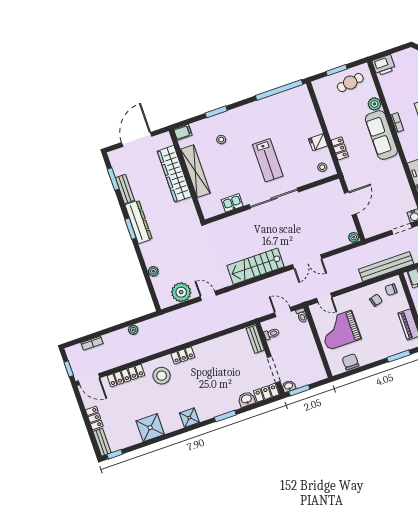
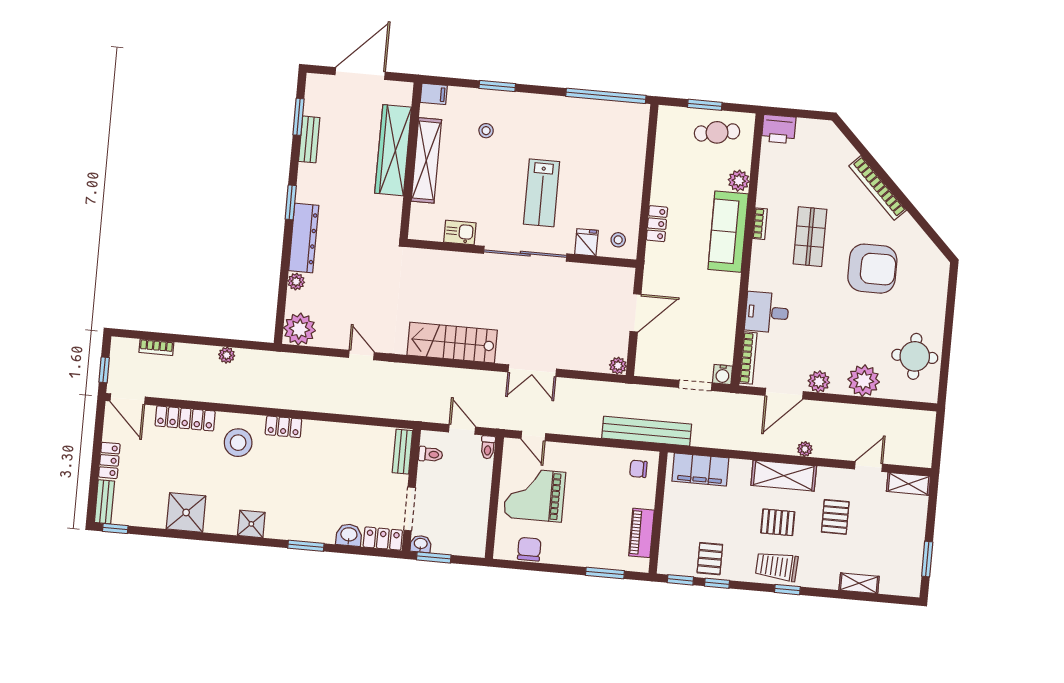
fridge: (318, 142) -> (586, 242), moved, turned 90
dresser: (139, 222) -> (304, 238), moved
plant: (181, 292) -> (299, 329), moved
chair: (376, 300) -> (609, 474), removed

